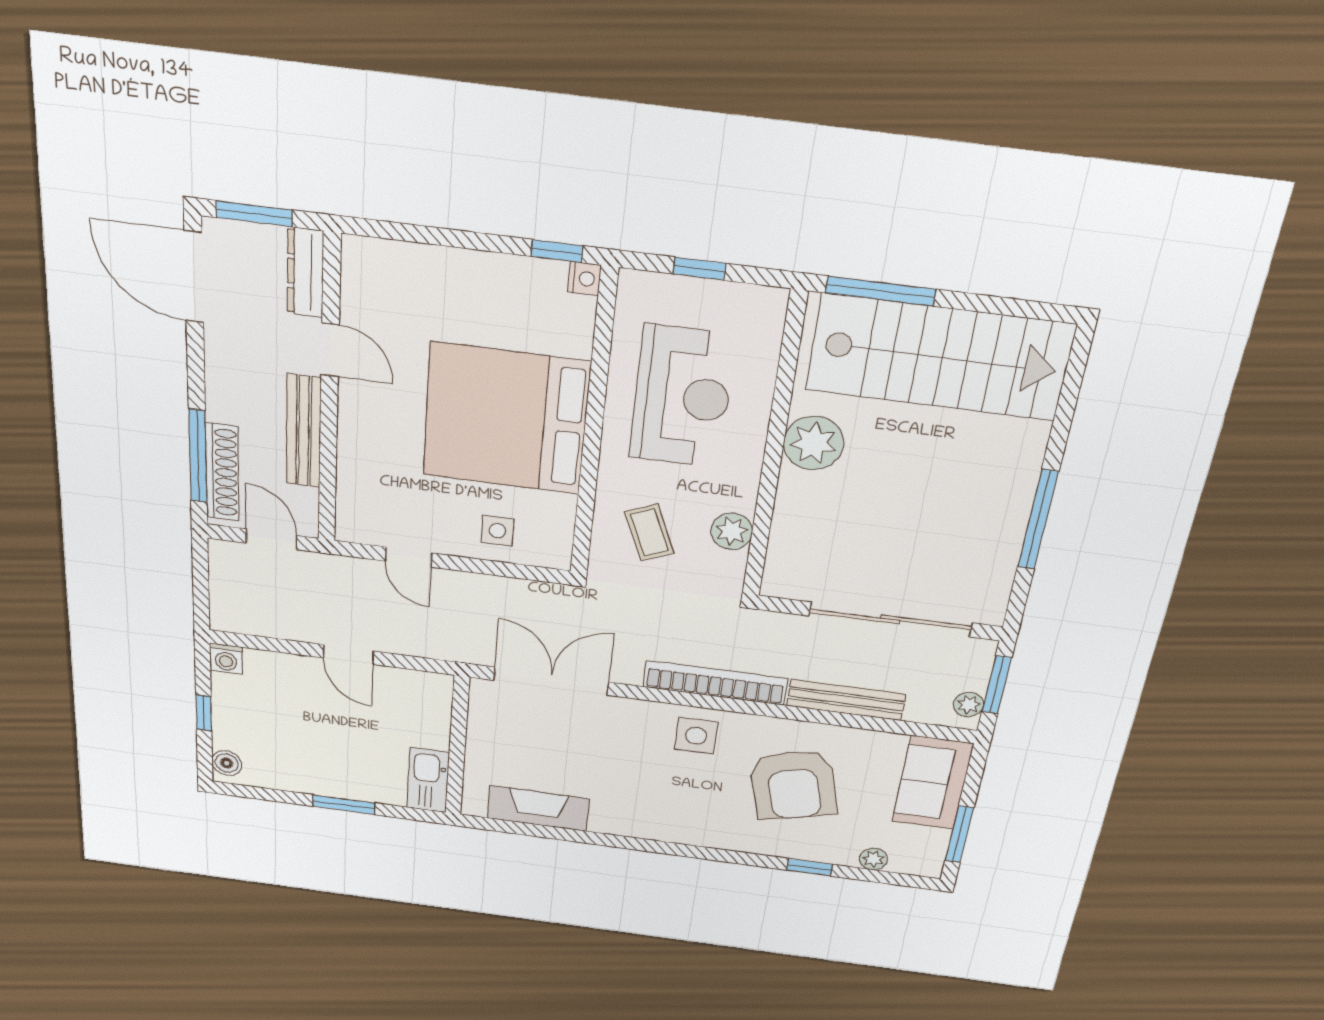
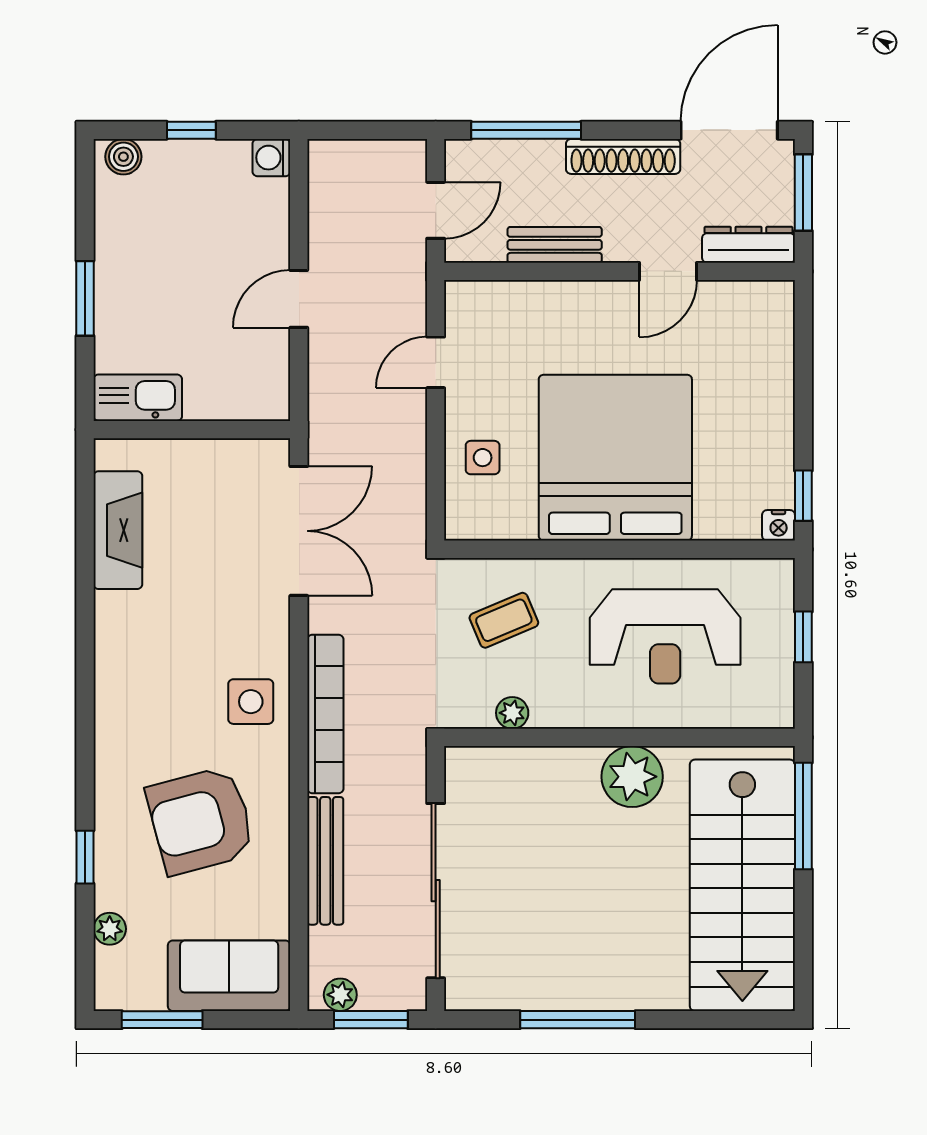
bench: (304, 431) -> (555, 245), width x0.73
shoe rack: (222, 472) -> (623, 156), moved
plant: (732, 531) -> (512, 713), width x0.73, depth x0.73

